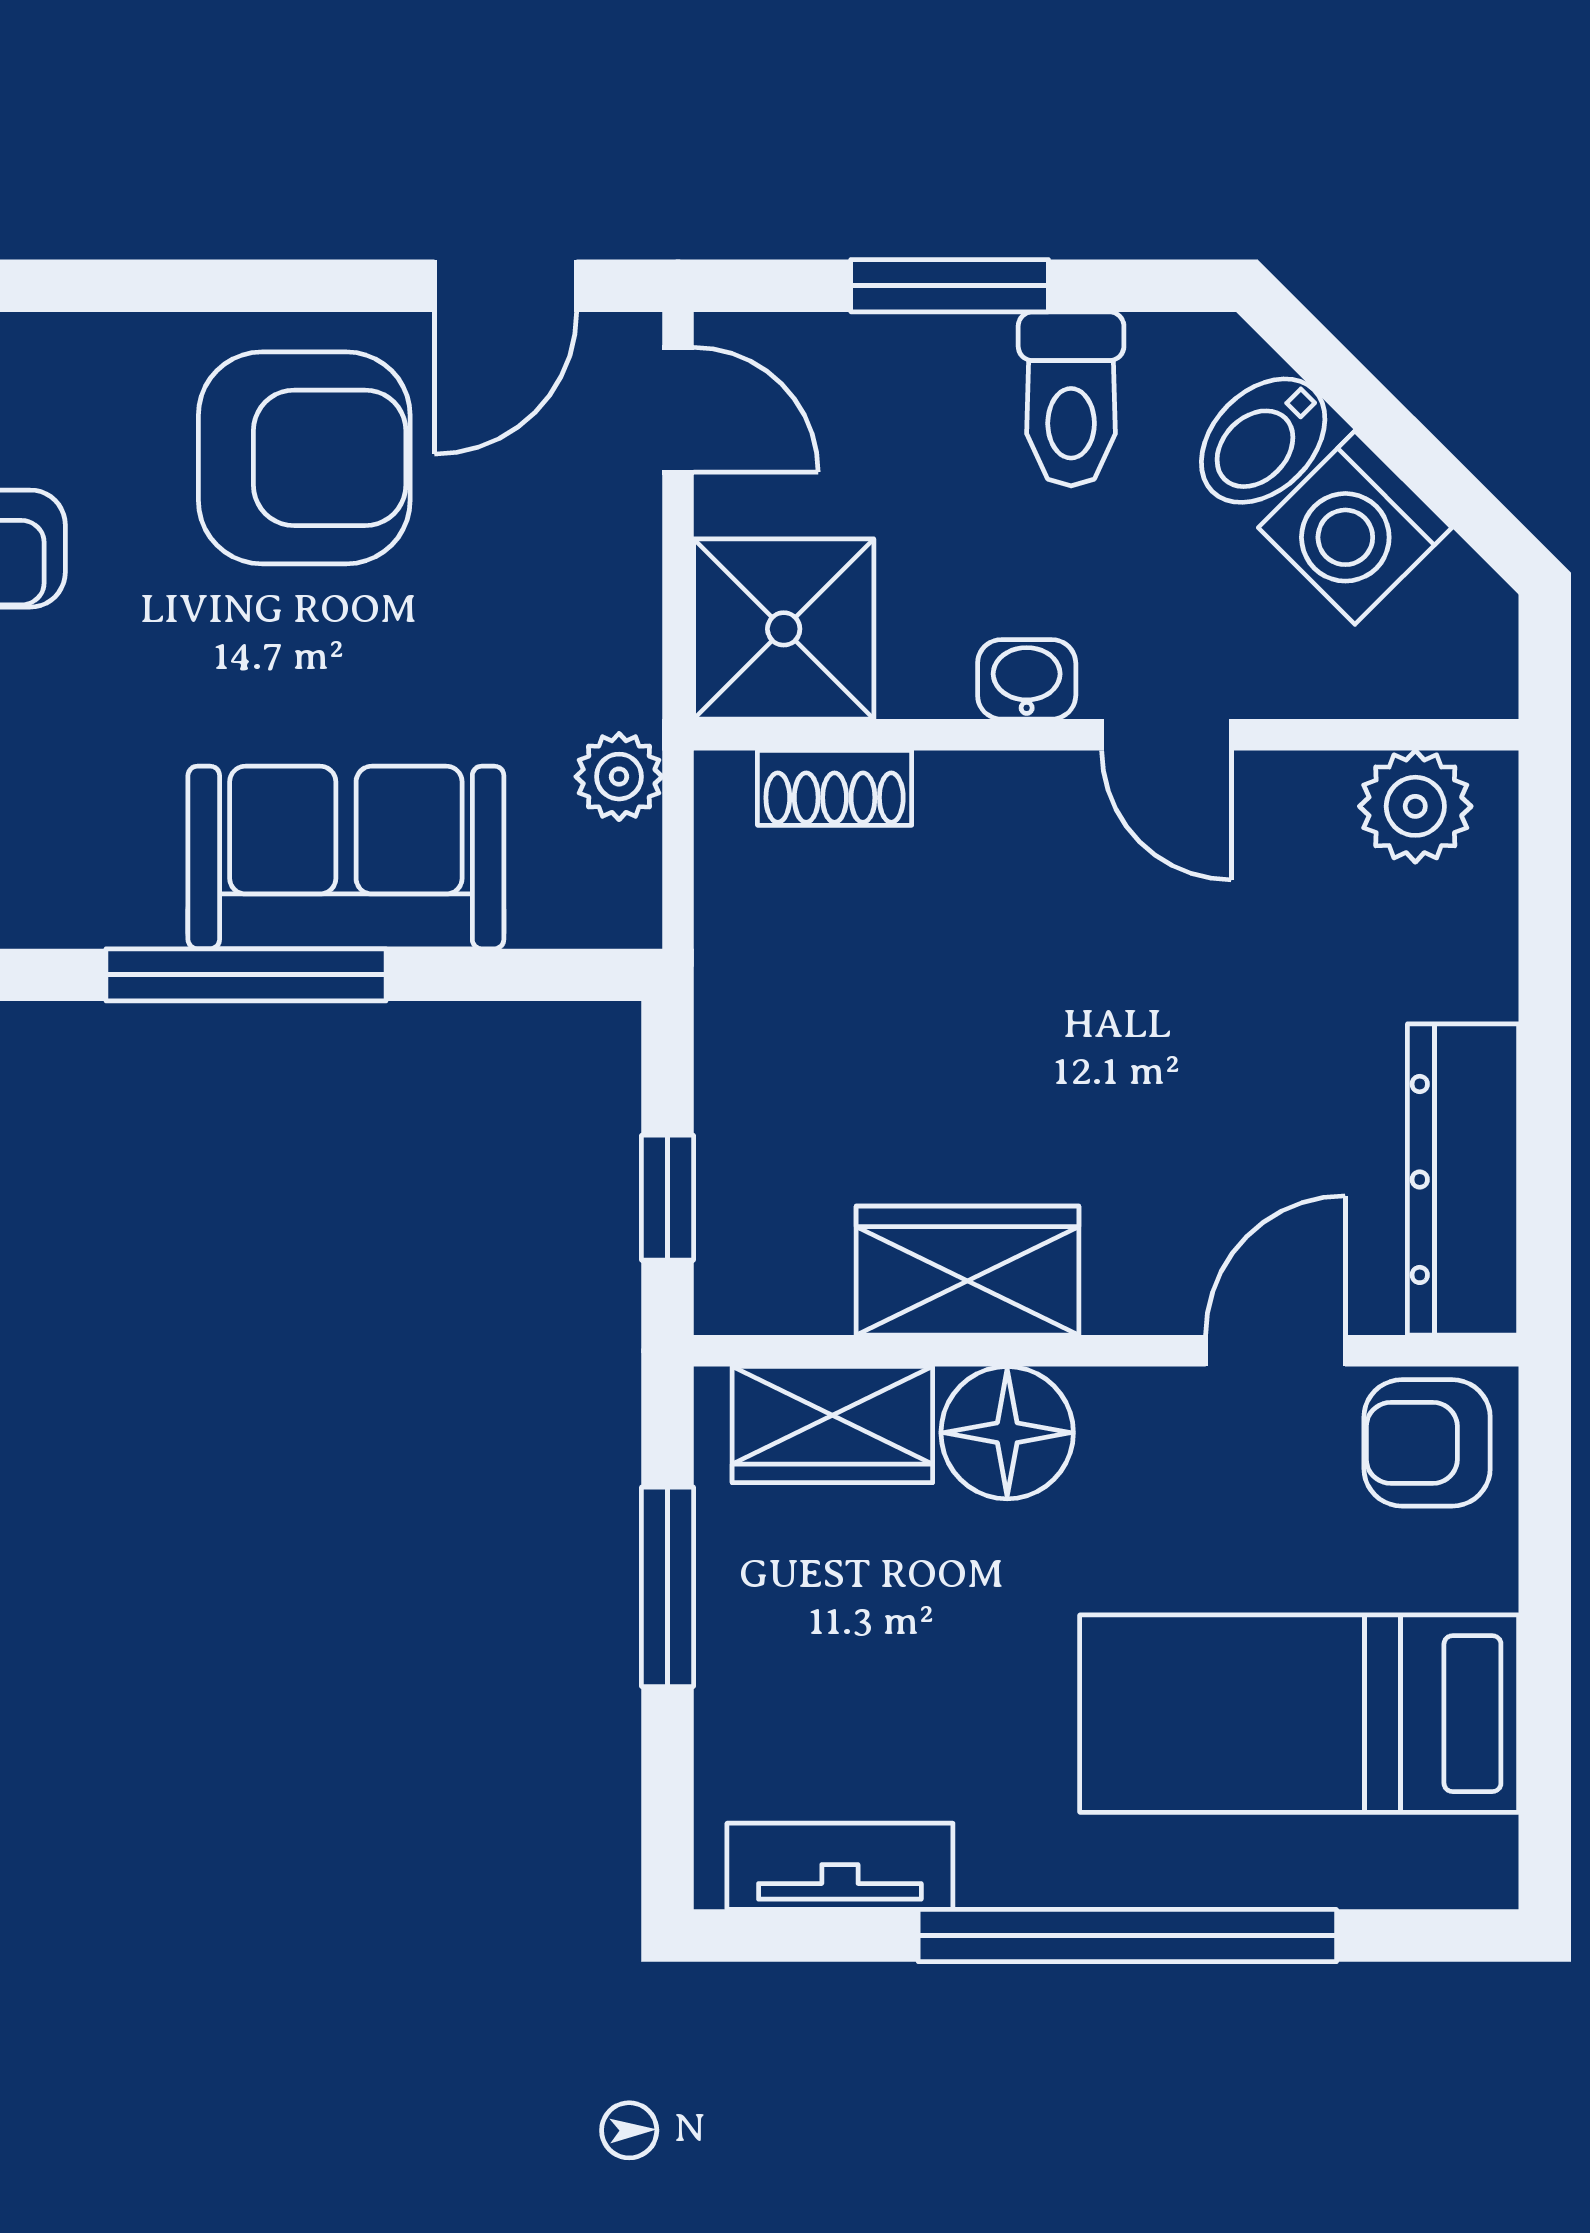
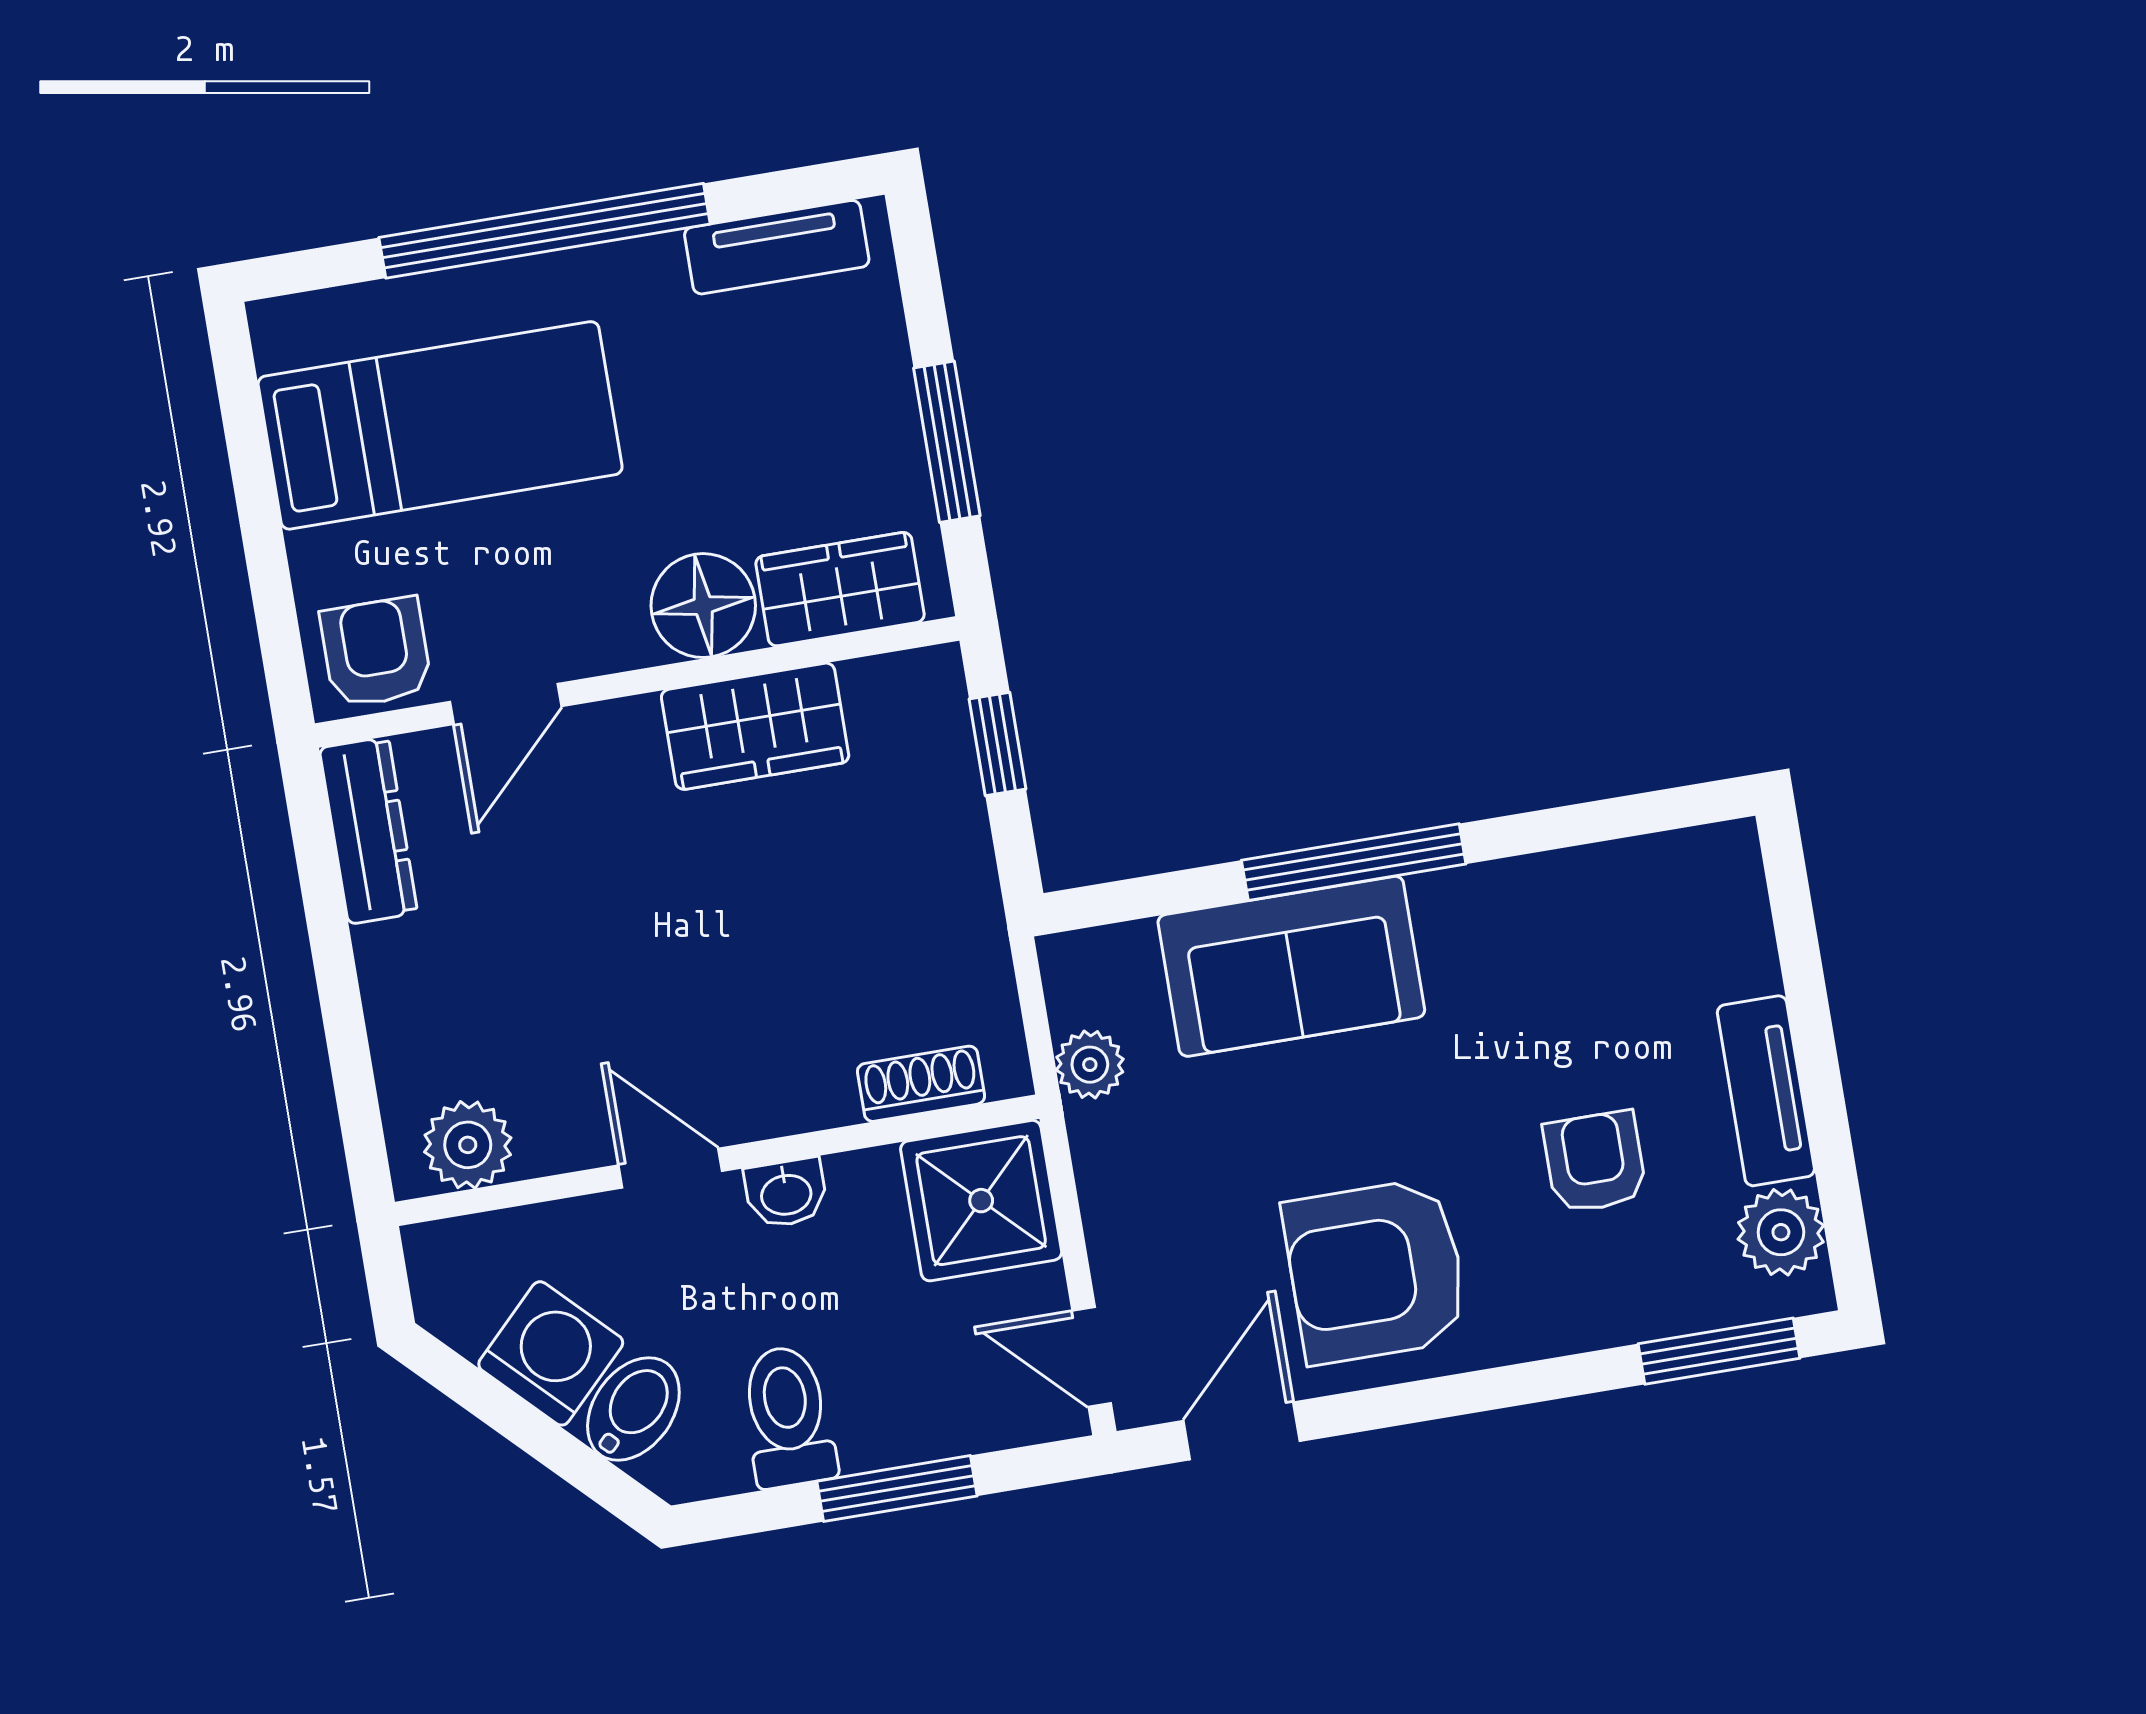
dresser: (1463, 1179) -> (368, 830), width x0.73, depth x0.80
armchair: (1427, 1443) -> (376, 652), turned -90

